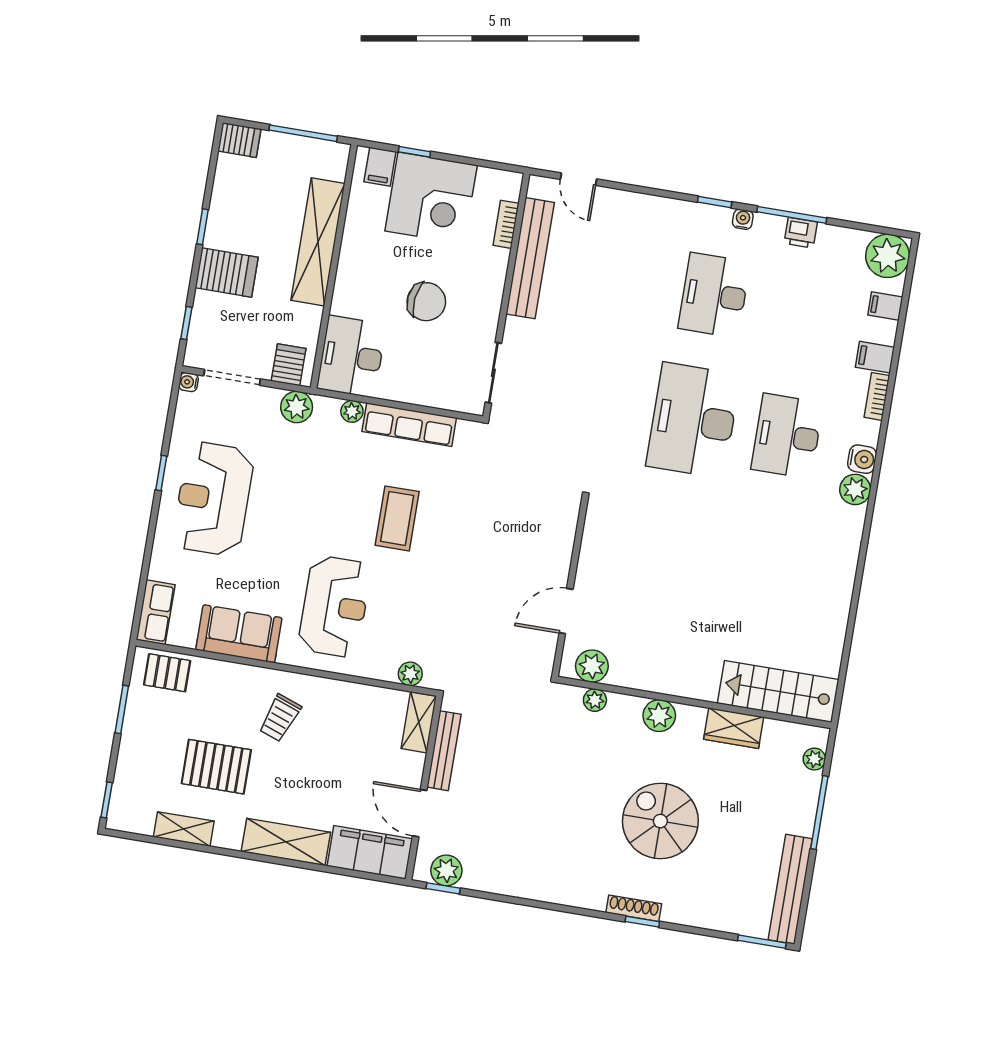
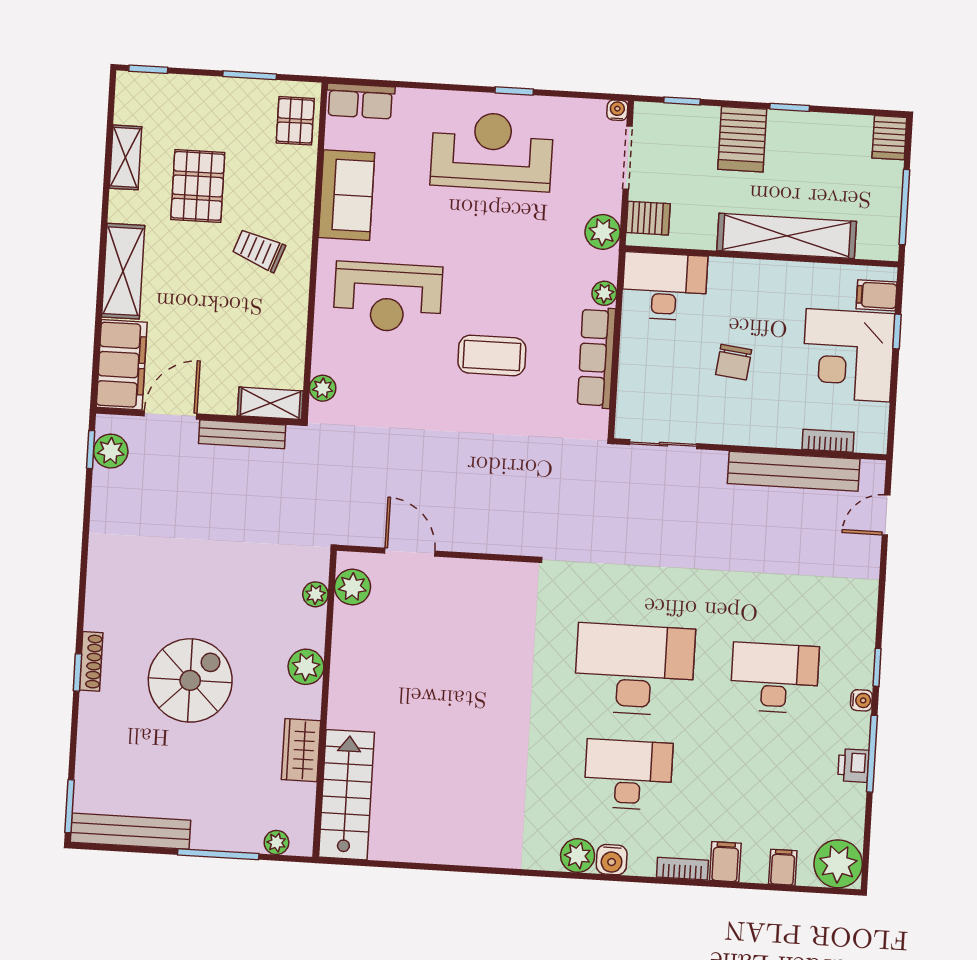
chair: (426, 302) -> (734, 362), width x0.73, depth x0.73

